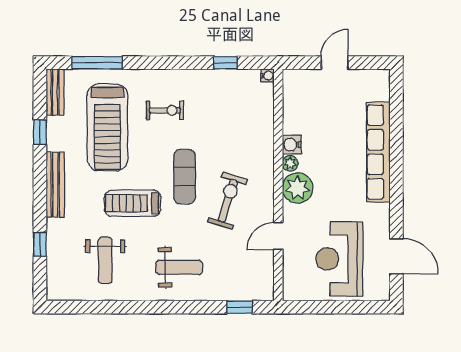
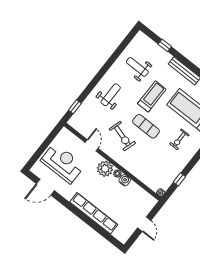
weight bench: (179, 267) -> (111, 95), turned 180

